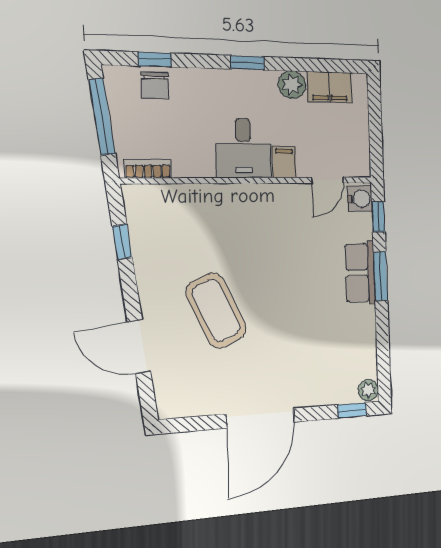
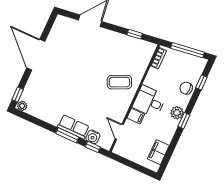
chair: (155, 85) -> (186, 88), moved
plant: (292, 85) -> (177, 113), moved
water cooler: (360, 199) -> (93, 137), moved
coffee table: (216, 310) -> (119, 82), moved, width x0.73, depth x0.76

